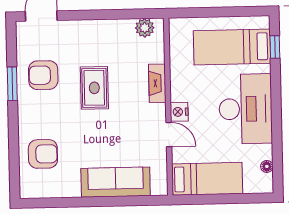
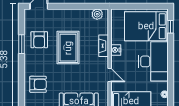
bed: (232, 47) -> (146, 26), width x1.50
armchair: (43, 75) -> (39, 40), turned -90
rug: (94, 88) -> (68, 48), width x1.36, depth x1.43
nightstand: (179, 112) -> (116, 50), moved

